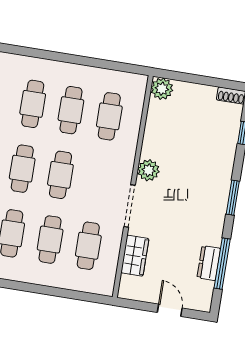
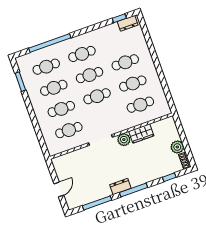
plant: (162, 89) -> (177, 147), moved
window: (233, 198) -> (134, 190), width x1.44
wardrobe: (135, 256) -> (141, 134), moved
dresser: (209, 263) -> (120, 186), moved

